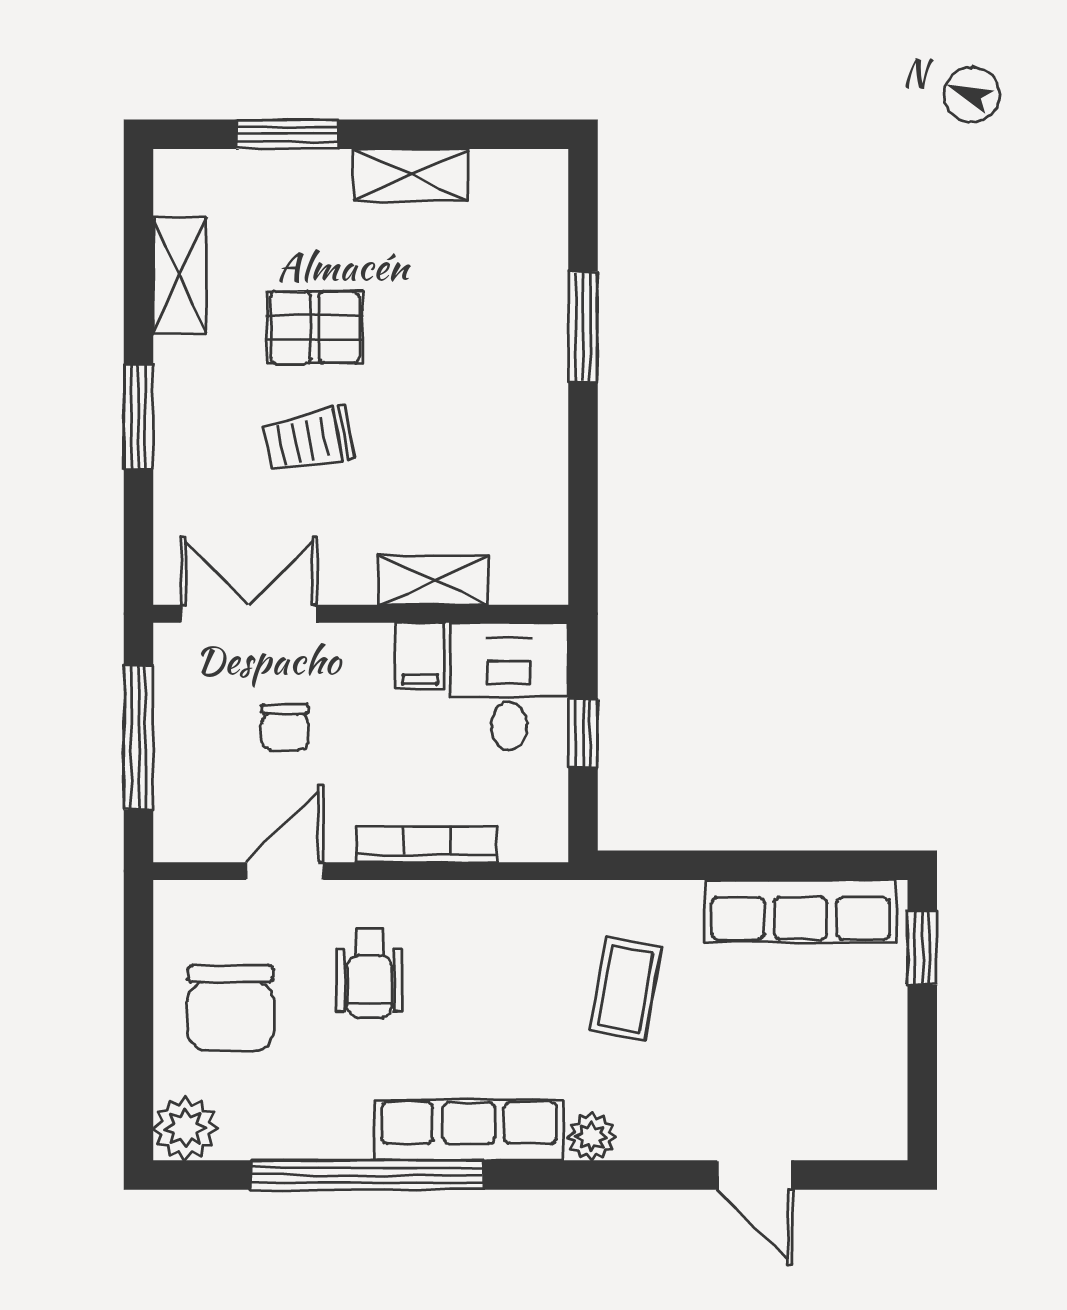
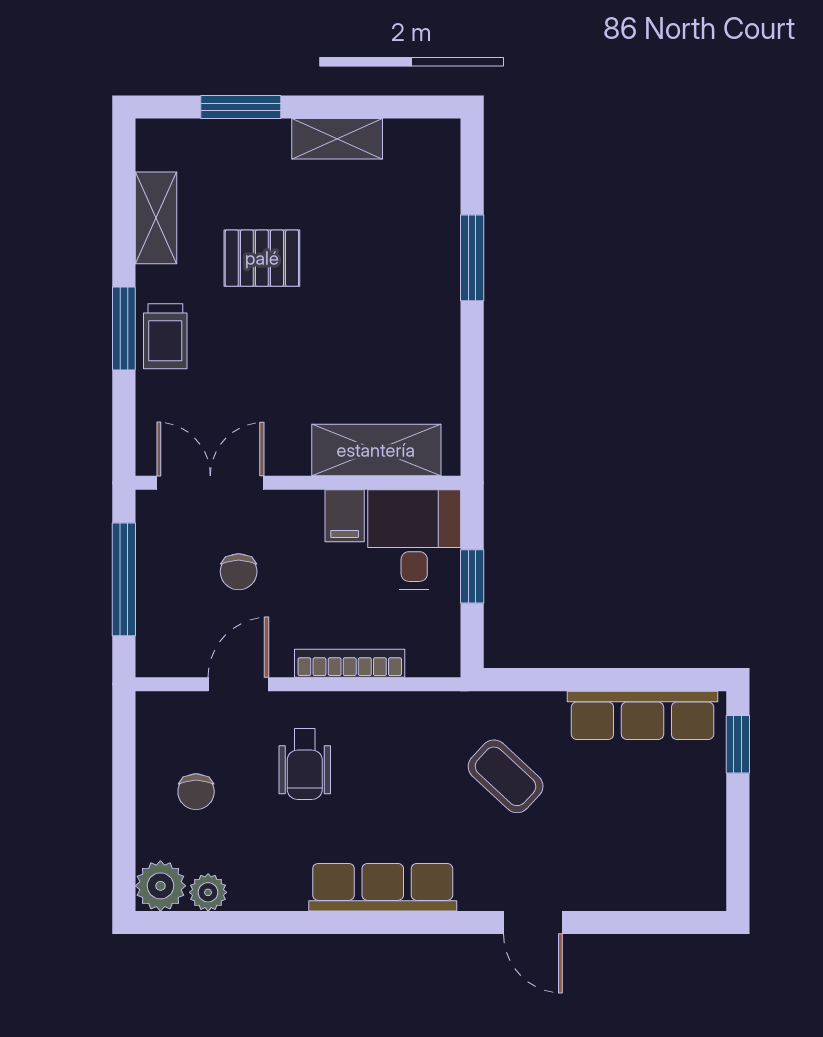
trolley: (309, 440) -> (165, 336), moved, turned -79
shelving: (433, 580) -> (376, 450), width x1.50, depth x1.33
coffee table: (626, 989) -> (506, 776), turned -57
chair: (231, 1008) -> (196, 792), width x0.54, depth x0.54
plant: (592, 1137) -> (208, 892), moved
window: (367, 1175) -> (303, 922), removed
door: (755, 1175) -> (533, 922), moved

